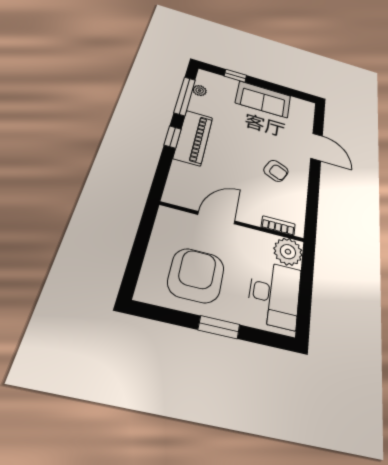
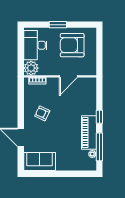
window: (235, 76) -> (74, 174), removed
sofa: (263, 99) -> (40, 162), moved
piano: (193, 138) -> (89, 132), moved
armchair: (196, 275) -> (72, 45), turned 90

